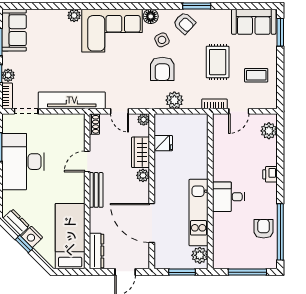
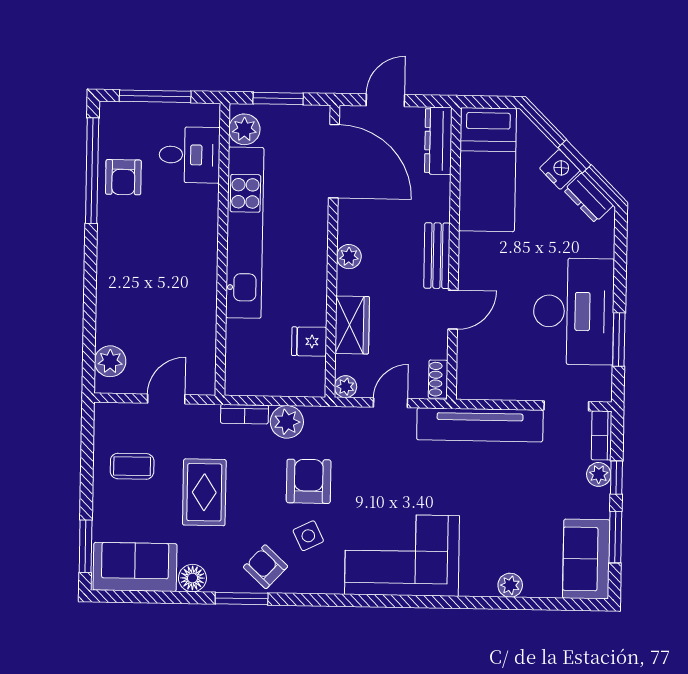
plant: (74, 15) -> (510, 585), moved
floor lamp: (151, 16) -> (192, 578), moved
bookcase: (214, 104) -> (244, 414), moved
door: (120, 111) -> (390, 403), hinge flipped
printer: (270, 174) -> (110, 279), removed
plant: (143, 175) -> (349, 257), moved
desk: (229, 197) -> (190, 155), moved
kitchen unit: (199, 213) -> (245, 233), width x1.36
door: (152, 223) -> (334, 161), moved

